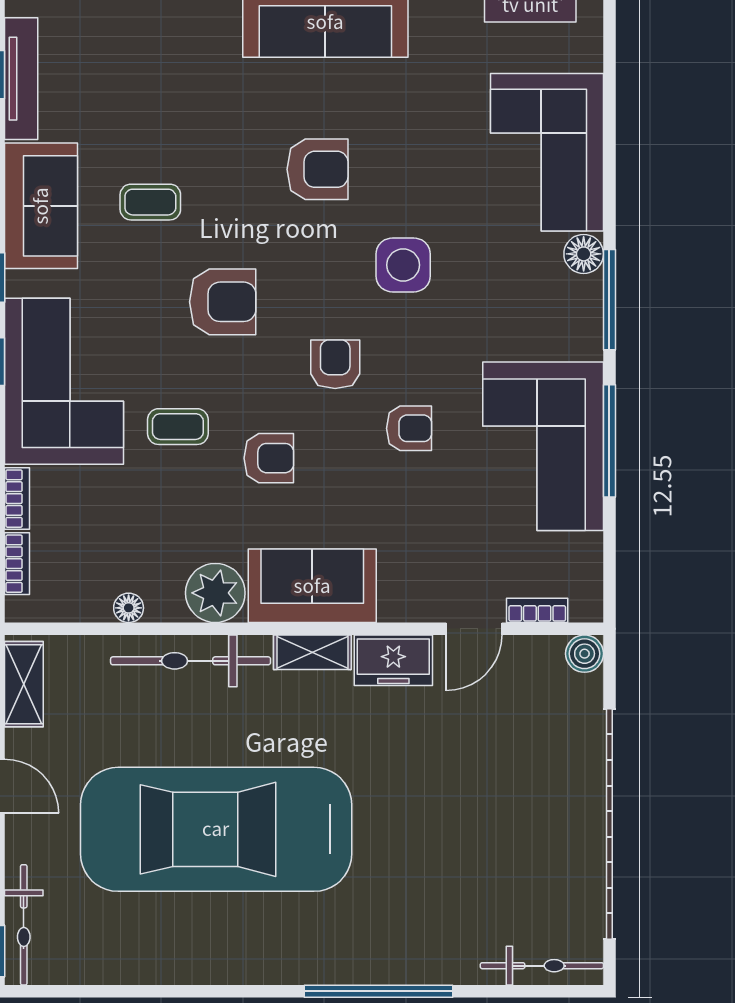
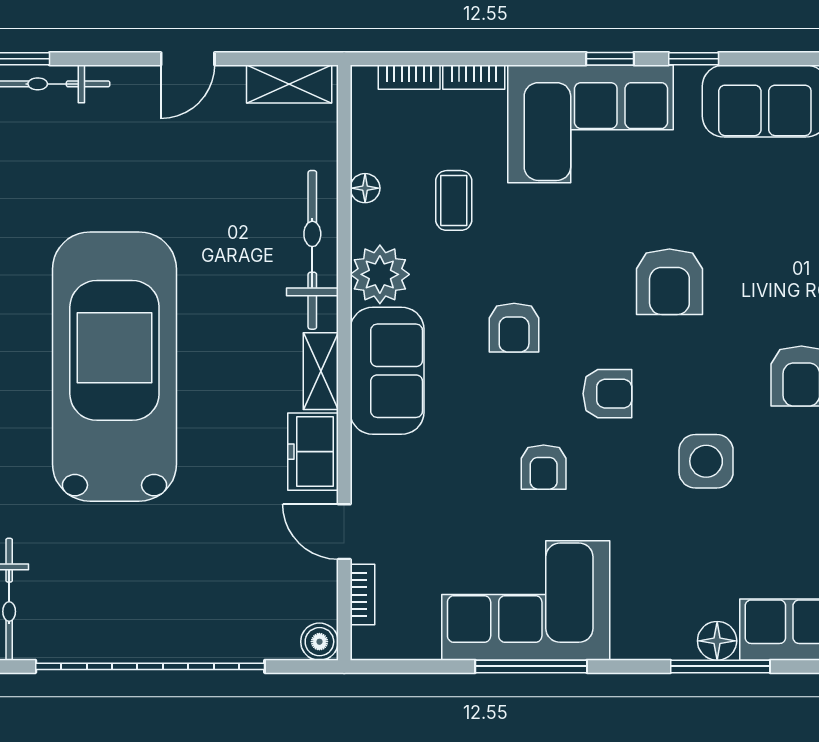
coffee table: (150, 202) -> (769, 210), removed
window: (609, 300) -> (720, 666), moved
coffee table: (178, 427) -> (454, 200), moved
car: (216, 829) -> (114, 367), moved

